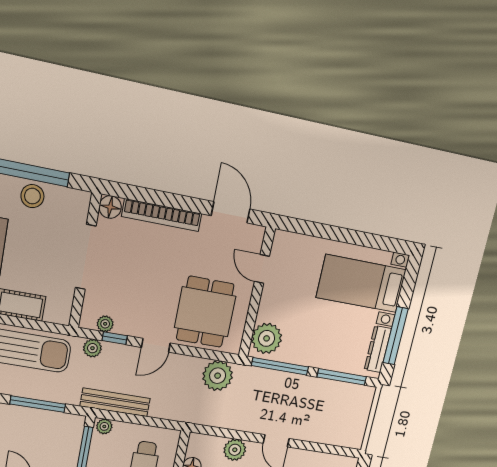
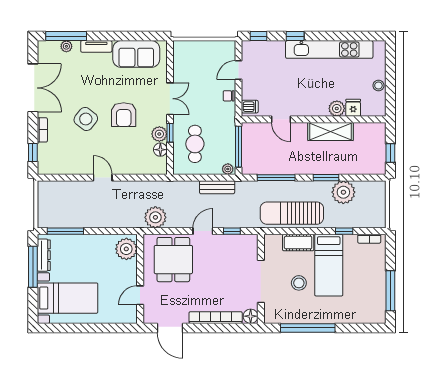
stool: (32, 196) -> (299, 283), moved
door: (262, 269) -> (140, 295), swing flipped
plant: (105, 324) -> (240, 240), removed
plant: (92, 348) -> (246, 222), removed
window: (280, 366) -> (112, 231), removed
bench: (115, 402) -> (217, 187), width x0.73
plant: (235, 450) -> (132, 166), removed

